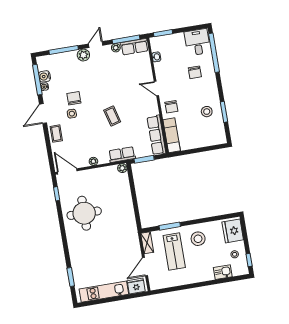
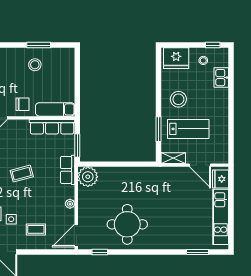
coffee table: (56, 134) -> (36, 229), moved
plant: (122, 168) -> (88, 177), width x1.88, depth x1.88

